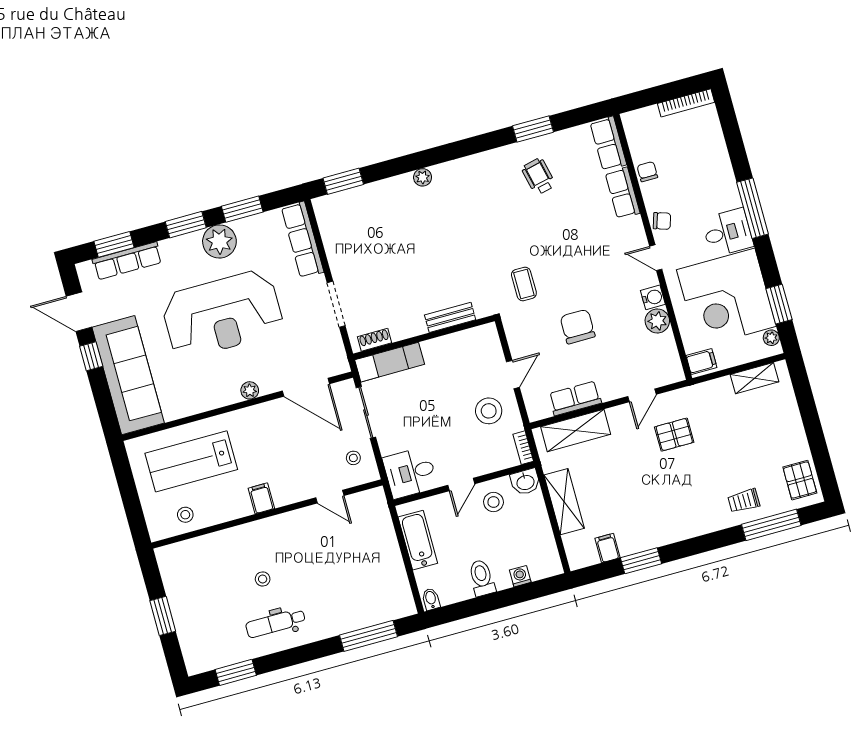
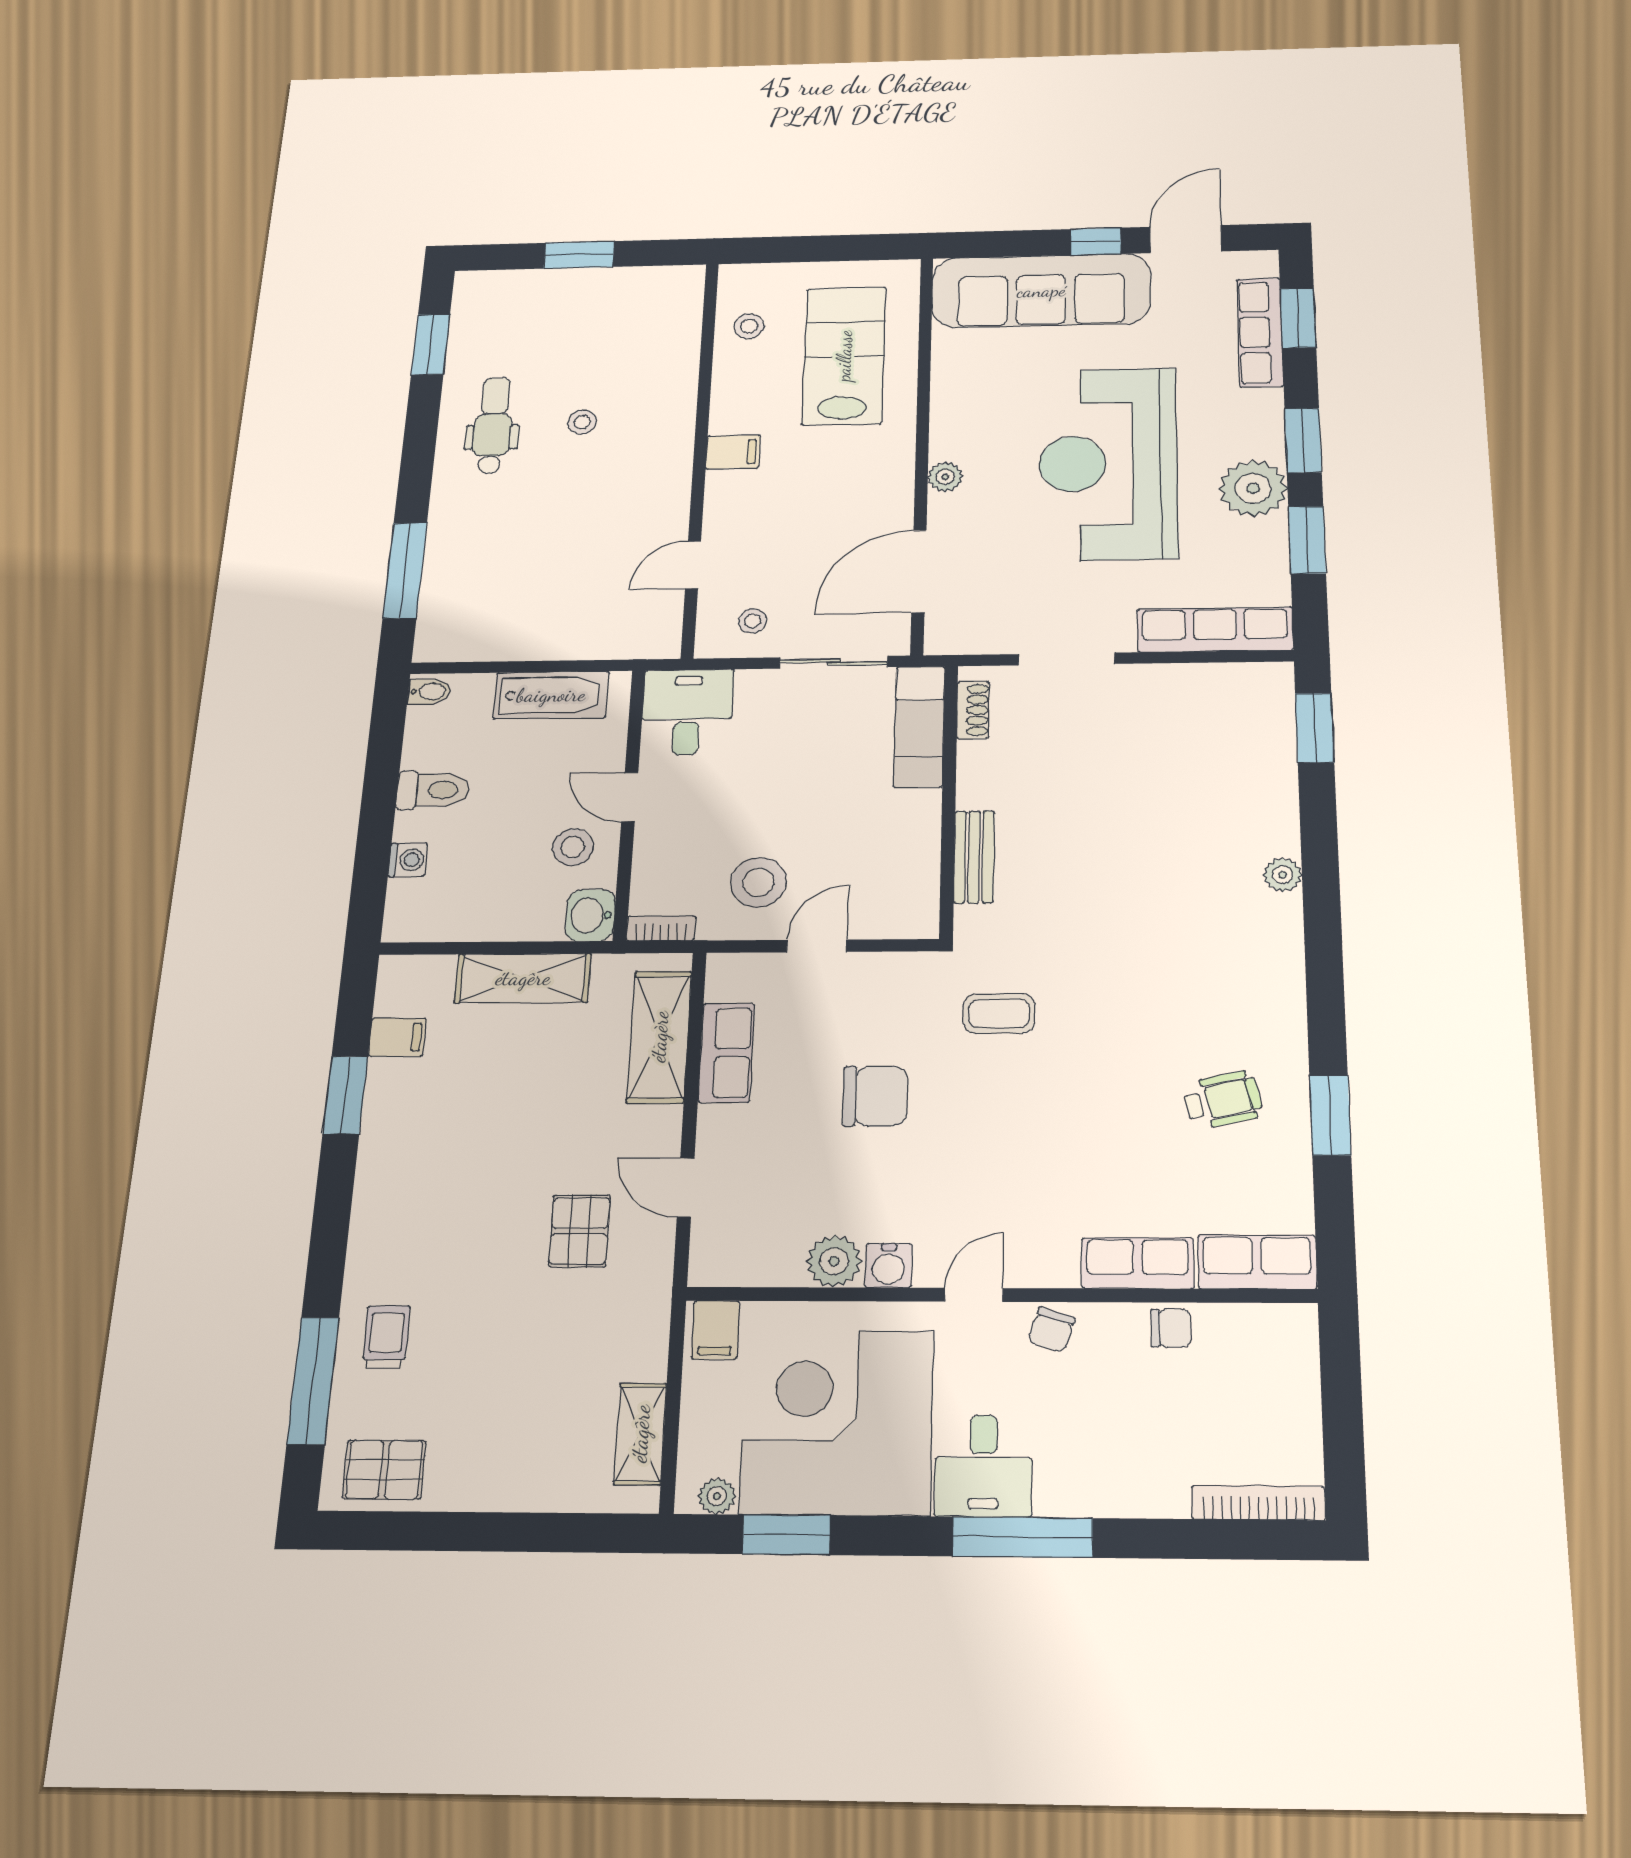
bookcase: (686, 103) -> (1258, 1503), moved, turned 90
door: (513, 375) -> (817, 946), swing flipped

